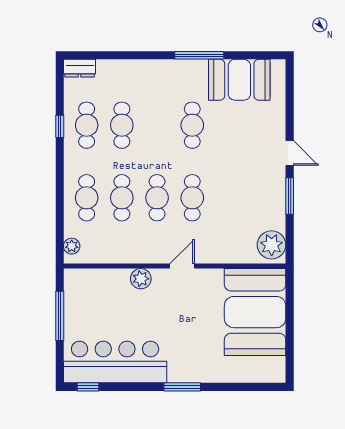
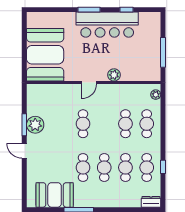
cafe table: (157, 198) -> (104, 167), moved
plant: (272, 245) -> (35, 125), moved
bar counter: (115, 362) -> (107, 25), moved
window: (88, 387) -> (126, 10), moved

